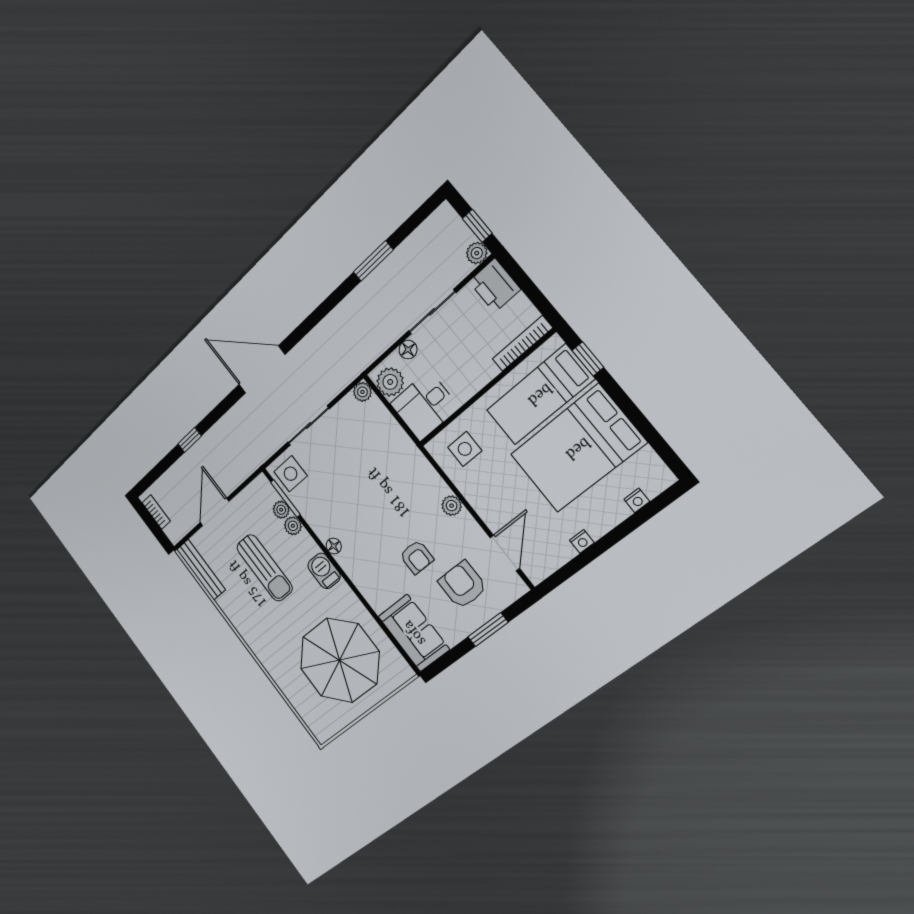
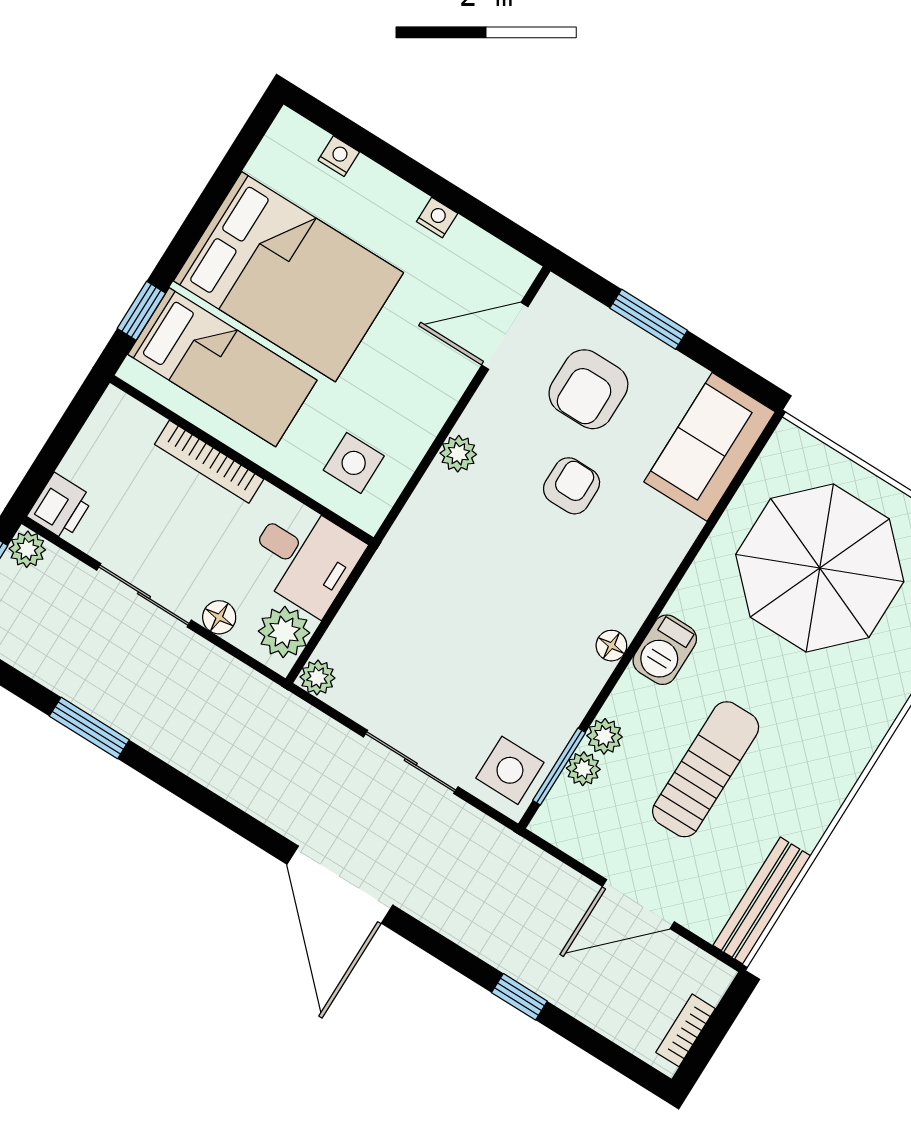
printer: (495, 285) -> (60, 507), width x0.73, depth x0.81
bookcase: (522, 343) -> (209, 462), moved

